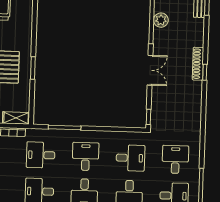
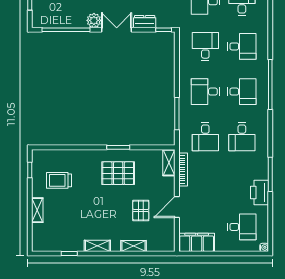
plant: (161, 20) -> (94, 20), moved
dresser: (157, 98) -> (145, 22), added

